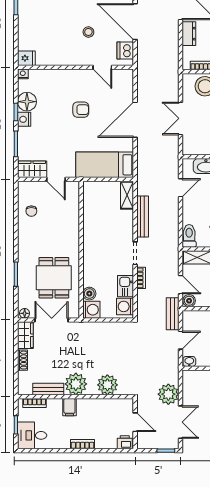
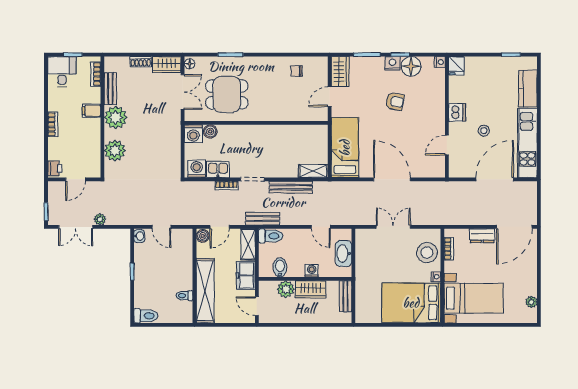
dishwasher: (125, 51) -> (457, 112), moved, turned 90
armchair: (81, 110) -> (395, 101), moved, turned -79
bench: (173, 314) -> (263, 219), moved
plant: (168, 394) -> (100, 219), width x0.53, depth x0.53

